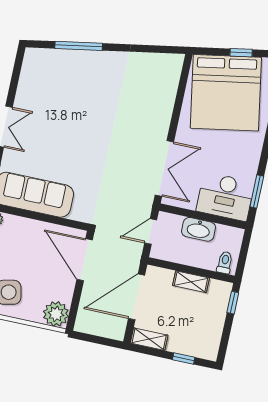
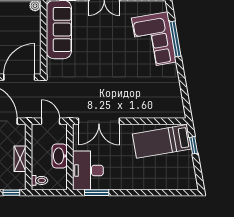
window: (241, 53) -> (194, 145), moved
corner sofa: (74, 74) -> (154, 40), added
bed: (226, 93) -> (162, 141), width x0.49

